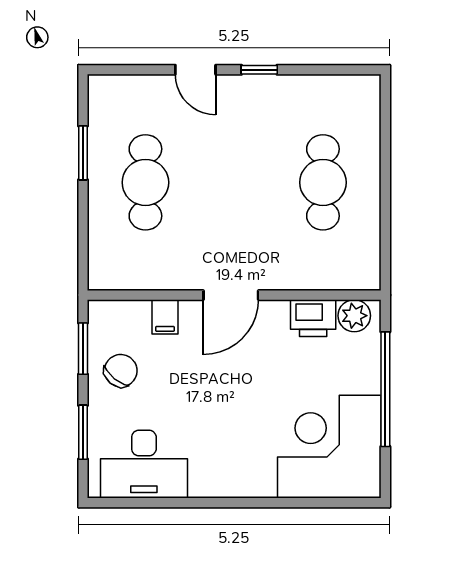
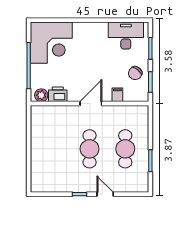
cafe table: (323, 182) -> (90, 149), moved

